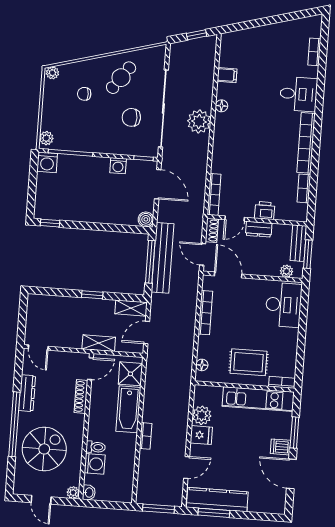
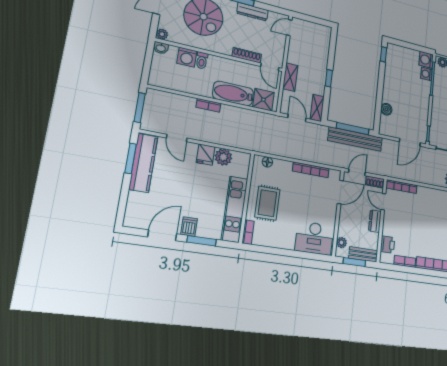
washing machine: (118, 166) -> (426, 74), moved
printer: (265, 210) -> (387, 245), moved
boiler: (146, 219) -> (386, 109), moved

